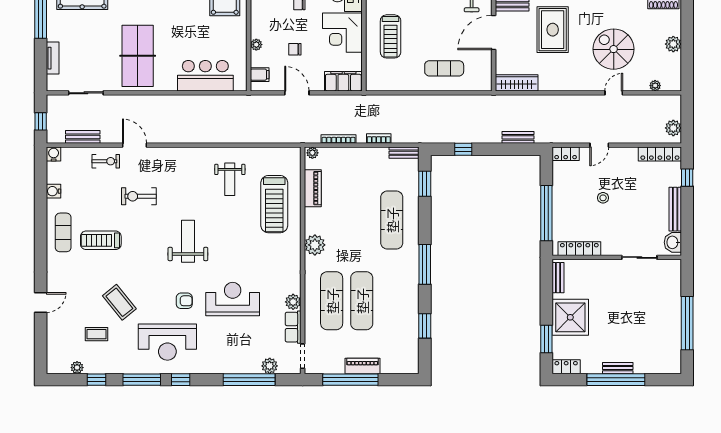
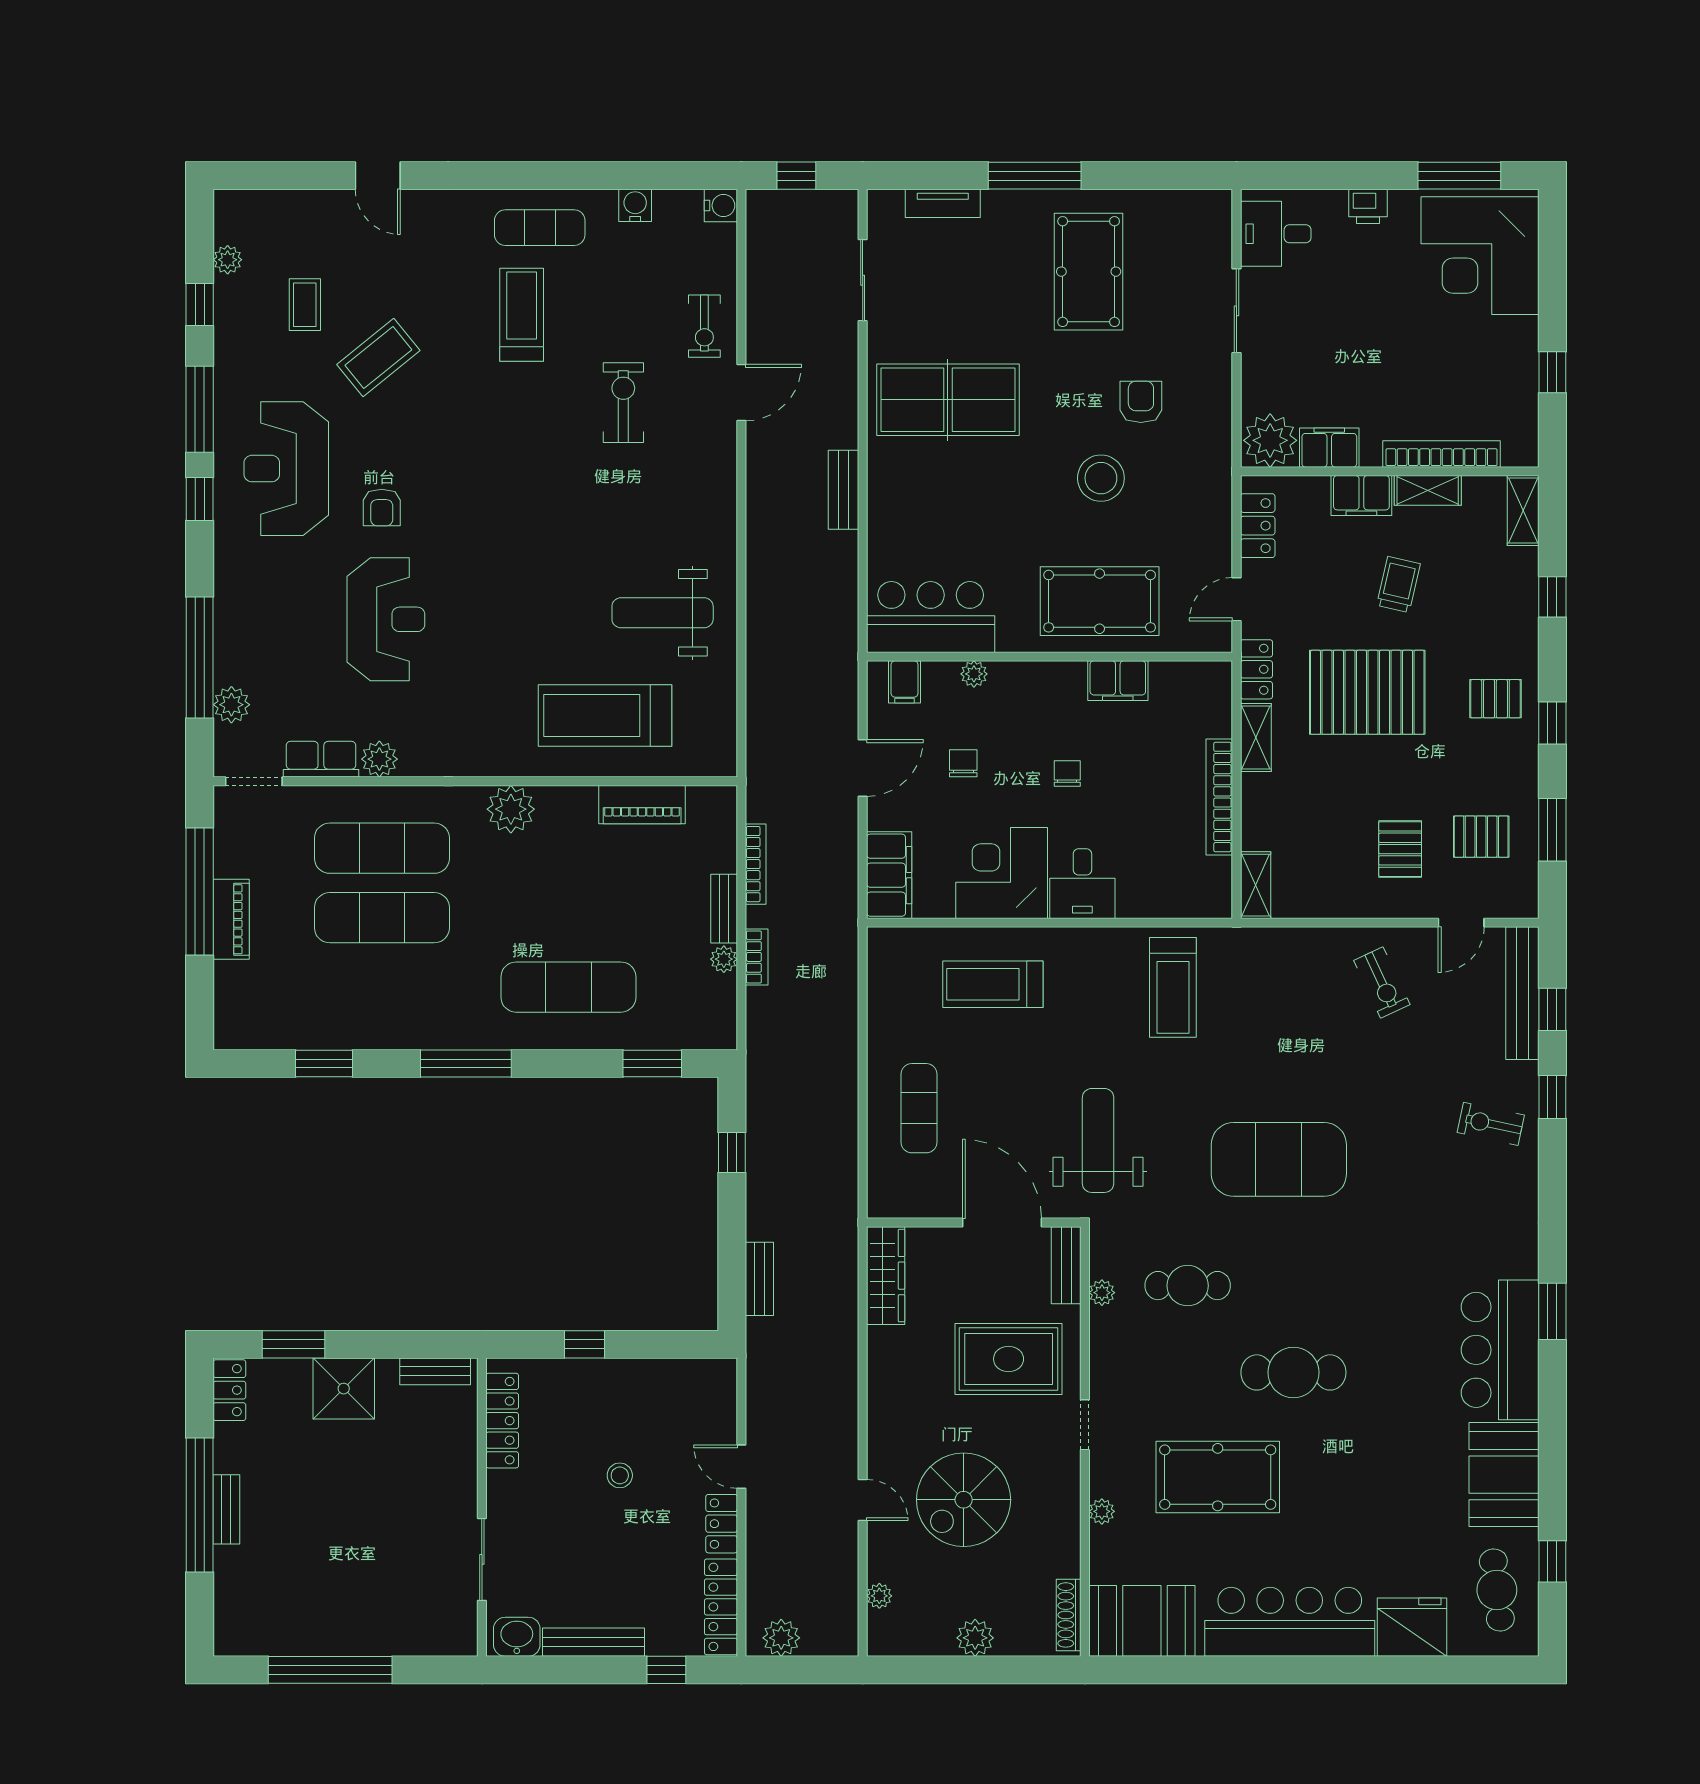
spiral stairs: (614, 49) -> (964, 1500), turned 180
bar counter: (205, 76) -> (931, 617), moved, turned -90
bench: (83, 137) -> (843, 490), moved
plant: (312, 153) -> (724, 959), moved
bench: (404, 153) -> (724, 909), moved
locker: (566, 154) -> (722, 1524), moved
weight bench: (230, 179) -> (663, 613), width x1.36, depth x1.33
window: (546, 213) -> (584, 1344), width x0.32
weight bench: (188, 241) -> (519, 516), removed
shower: (570, 317) -> (344, 1389), width x0.73, depth x0.73

